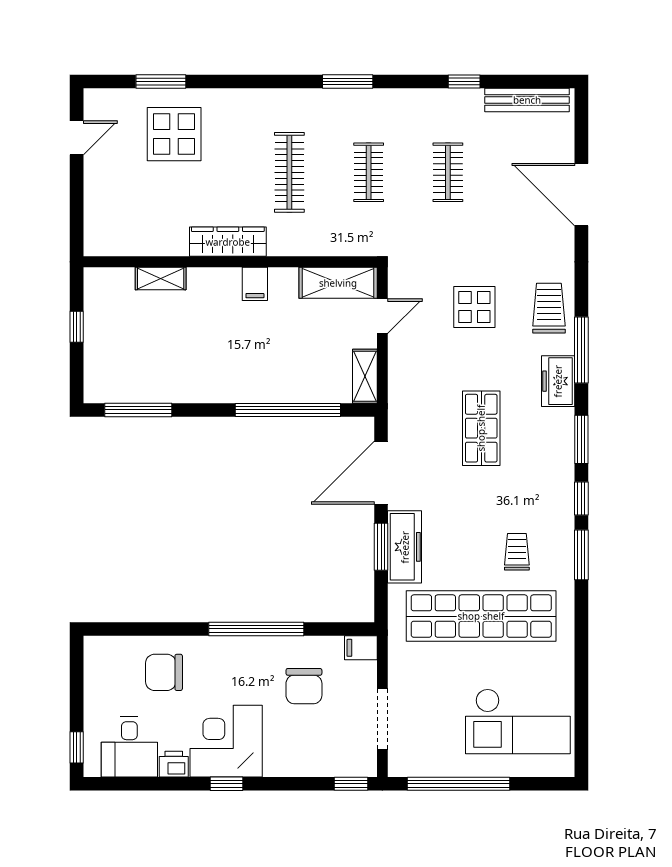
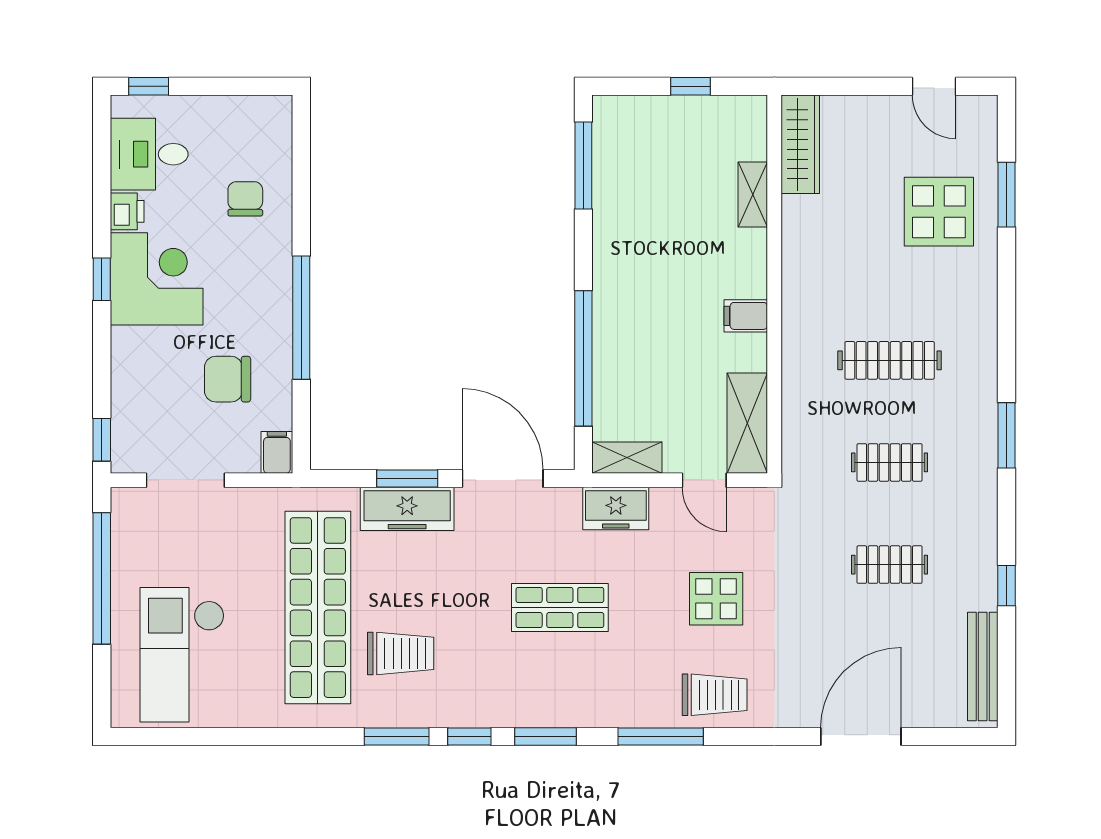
wardrobe: (228, 242) -> (800, 144), moved
freezer: (558, 381) -> (616, 508), moved, turned 180
trolley: (517, 552) -> (401, 653), width x1.36, depth x1.39
chair: (164, 672) -> (245, 199), width x0.73, depth x0.73

